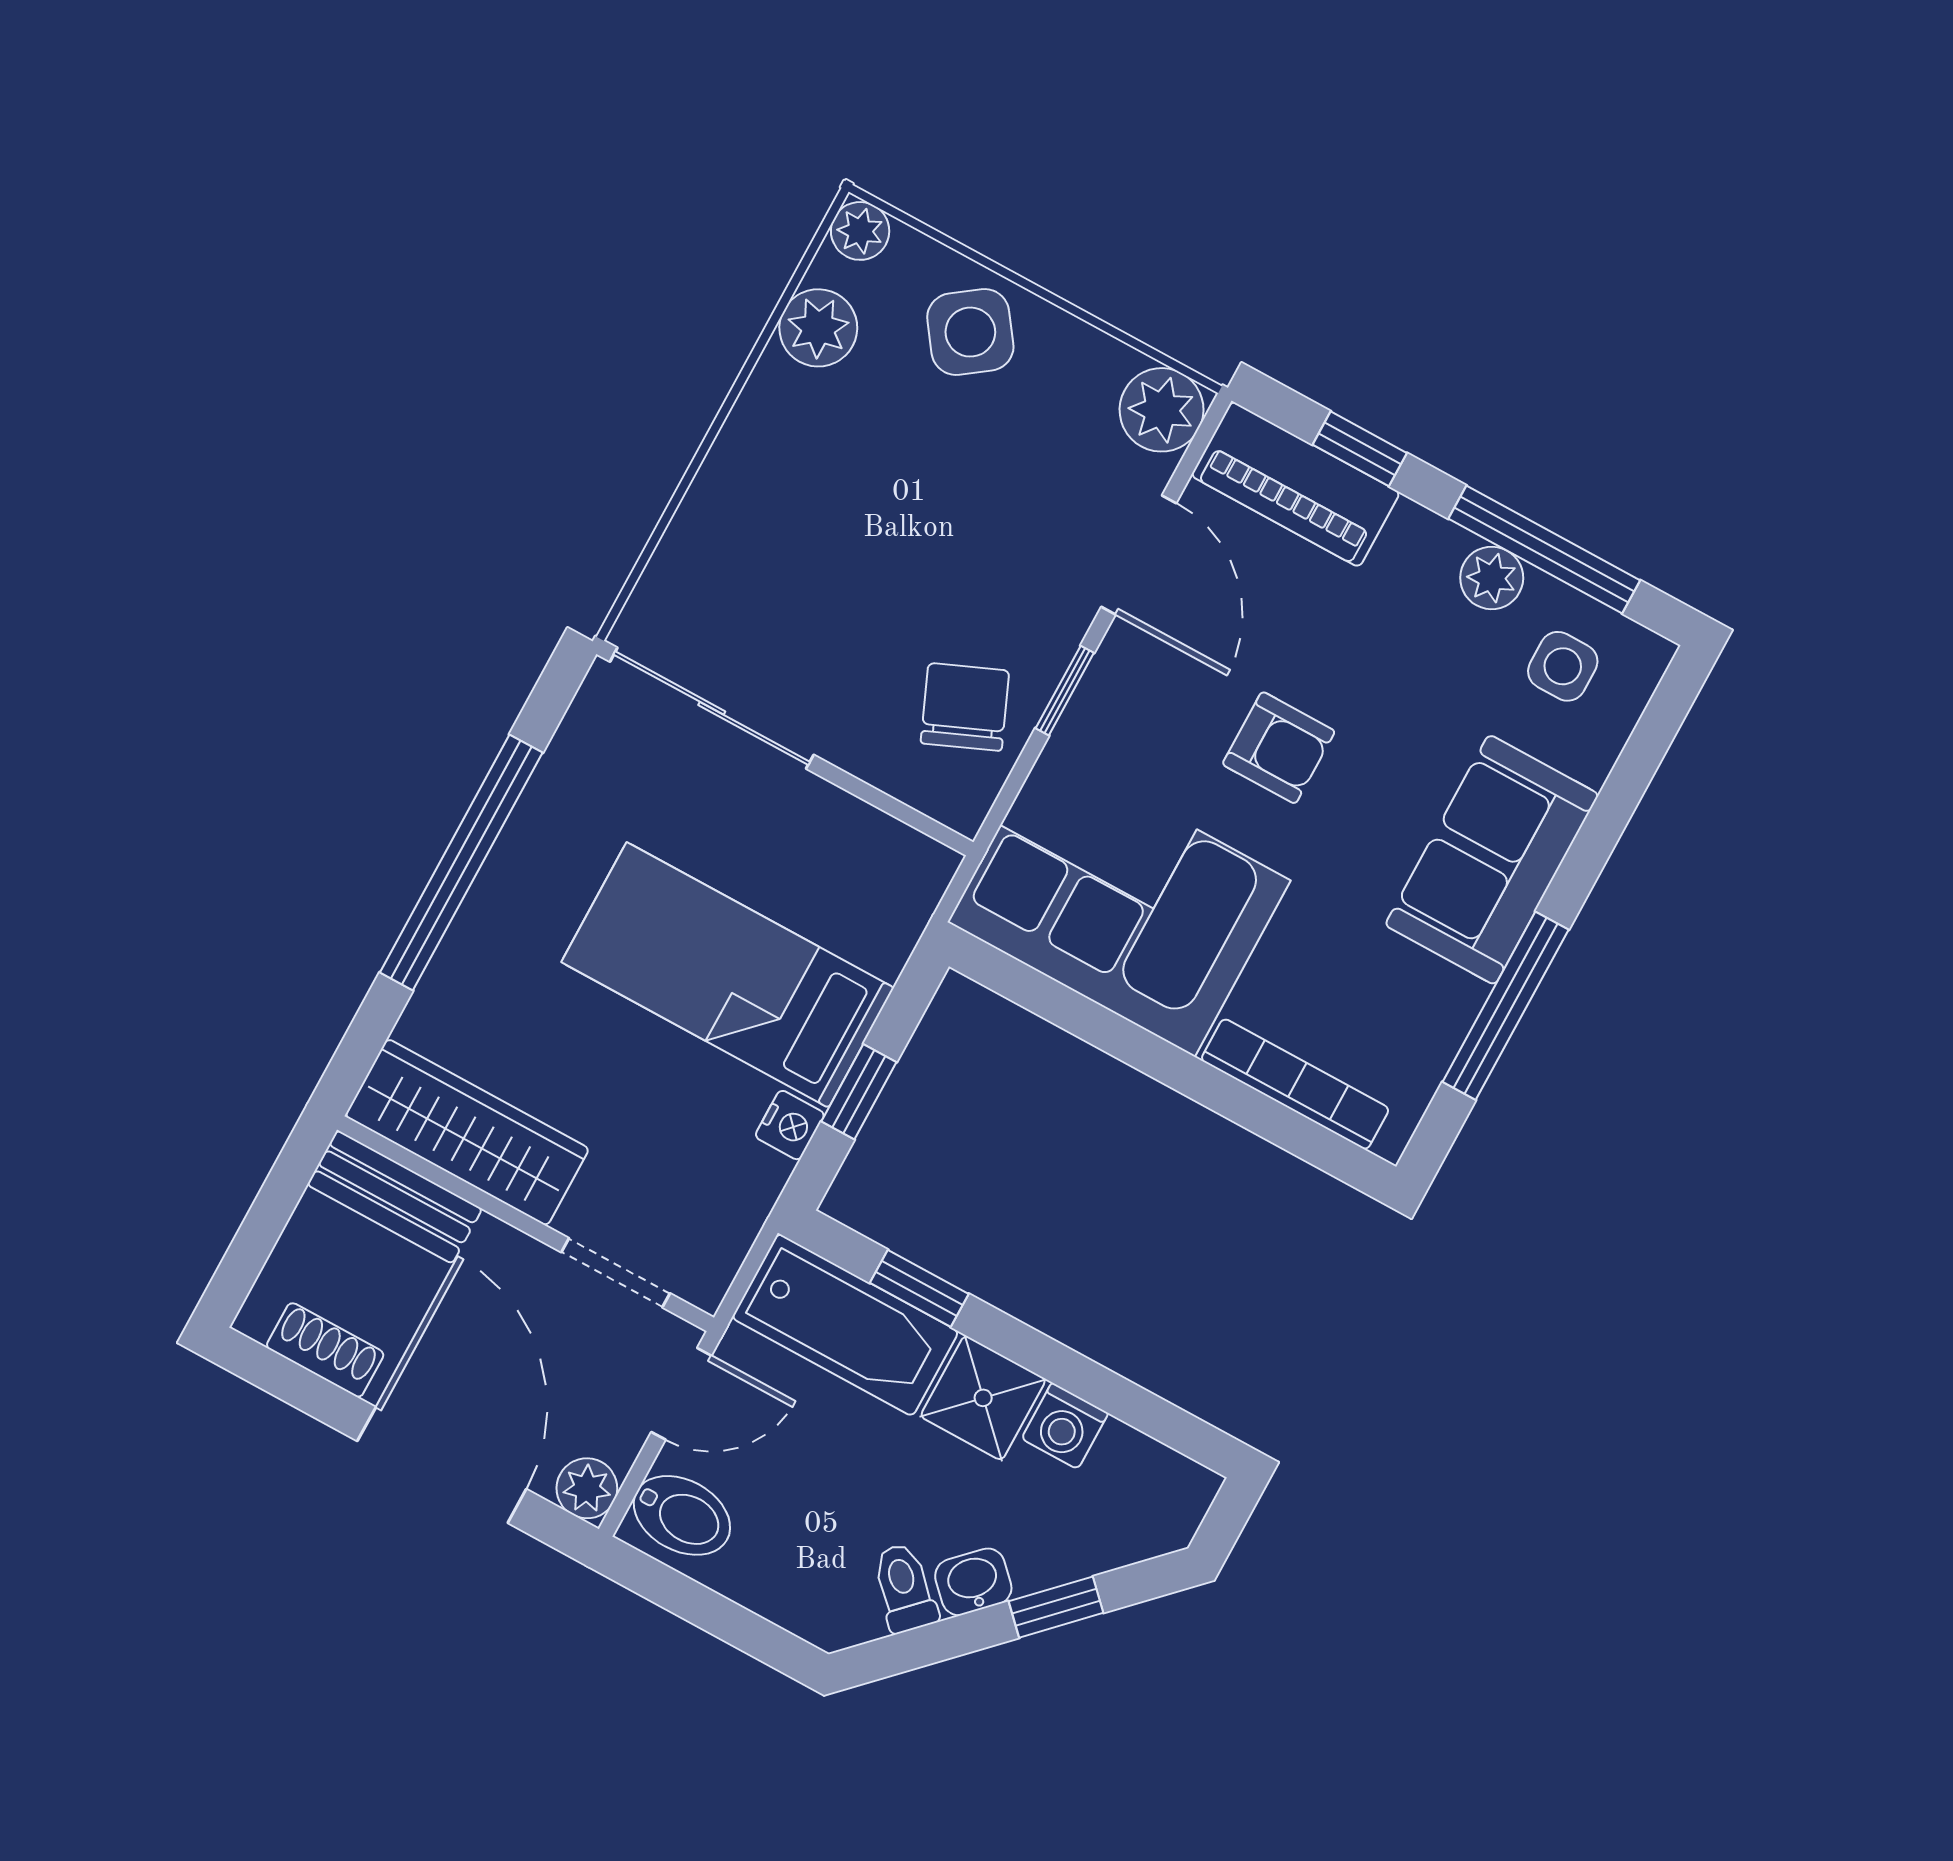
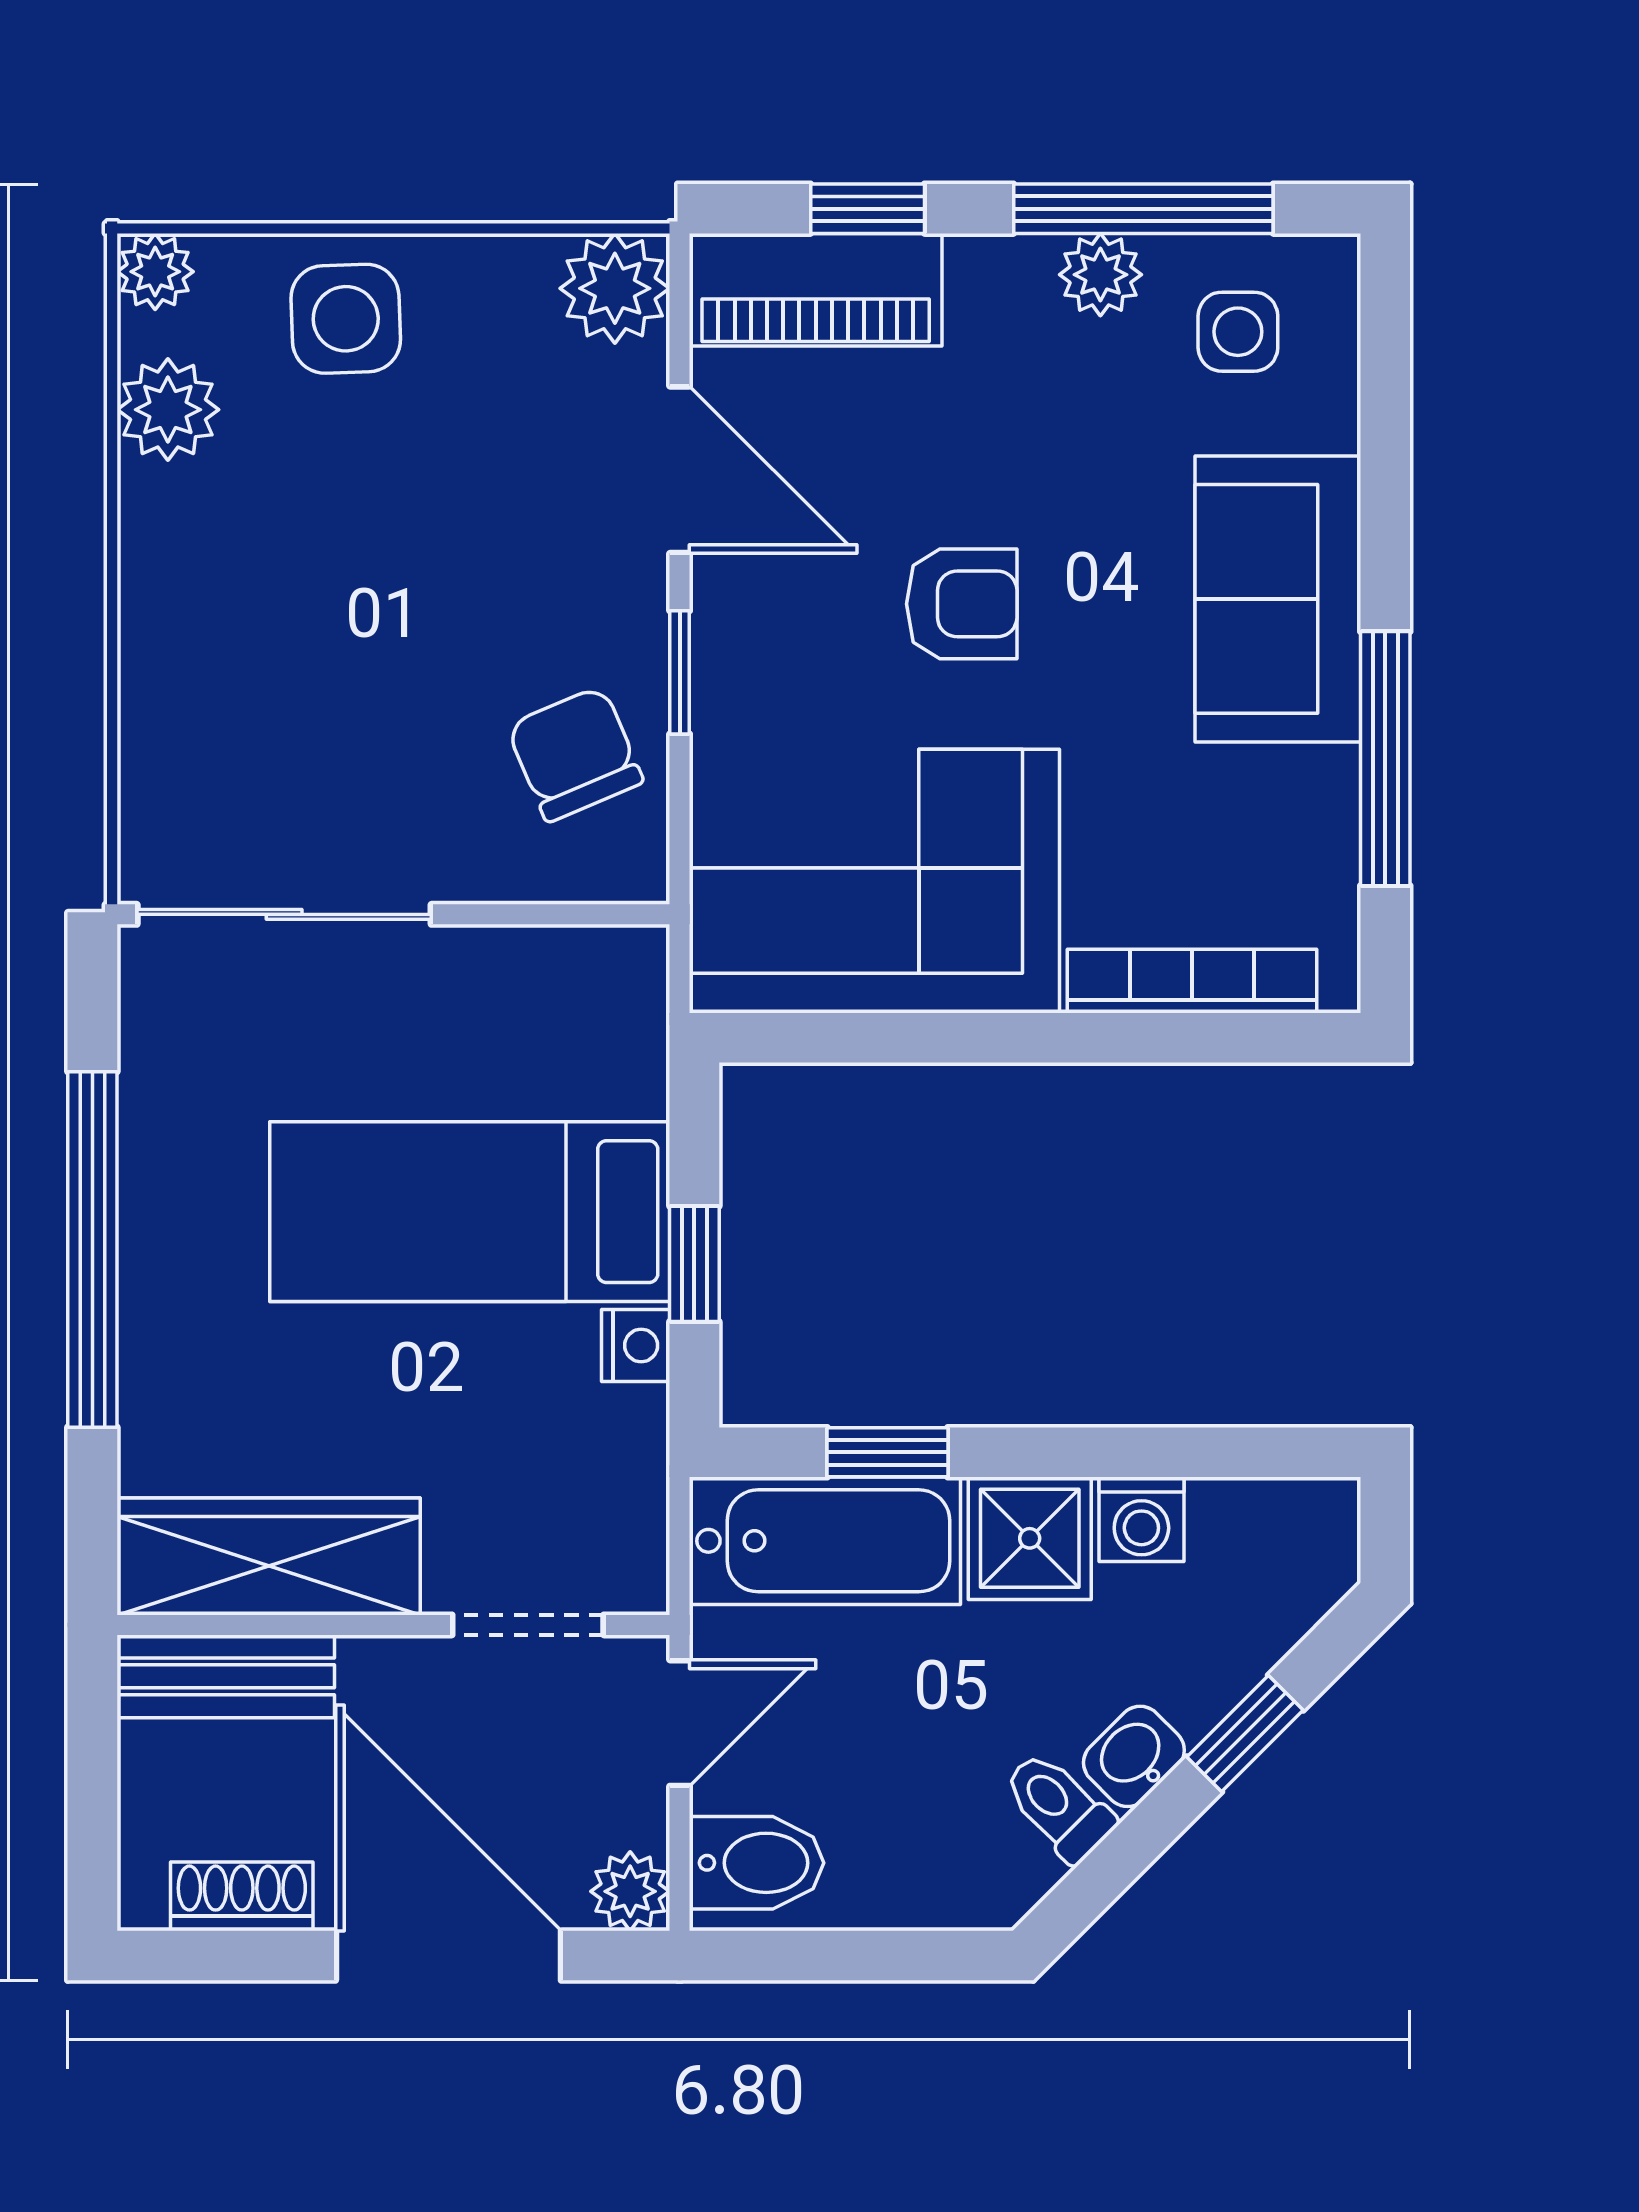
side table: (970, 332) -> (346, 319), turned 34

